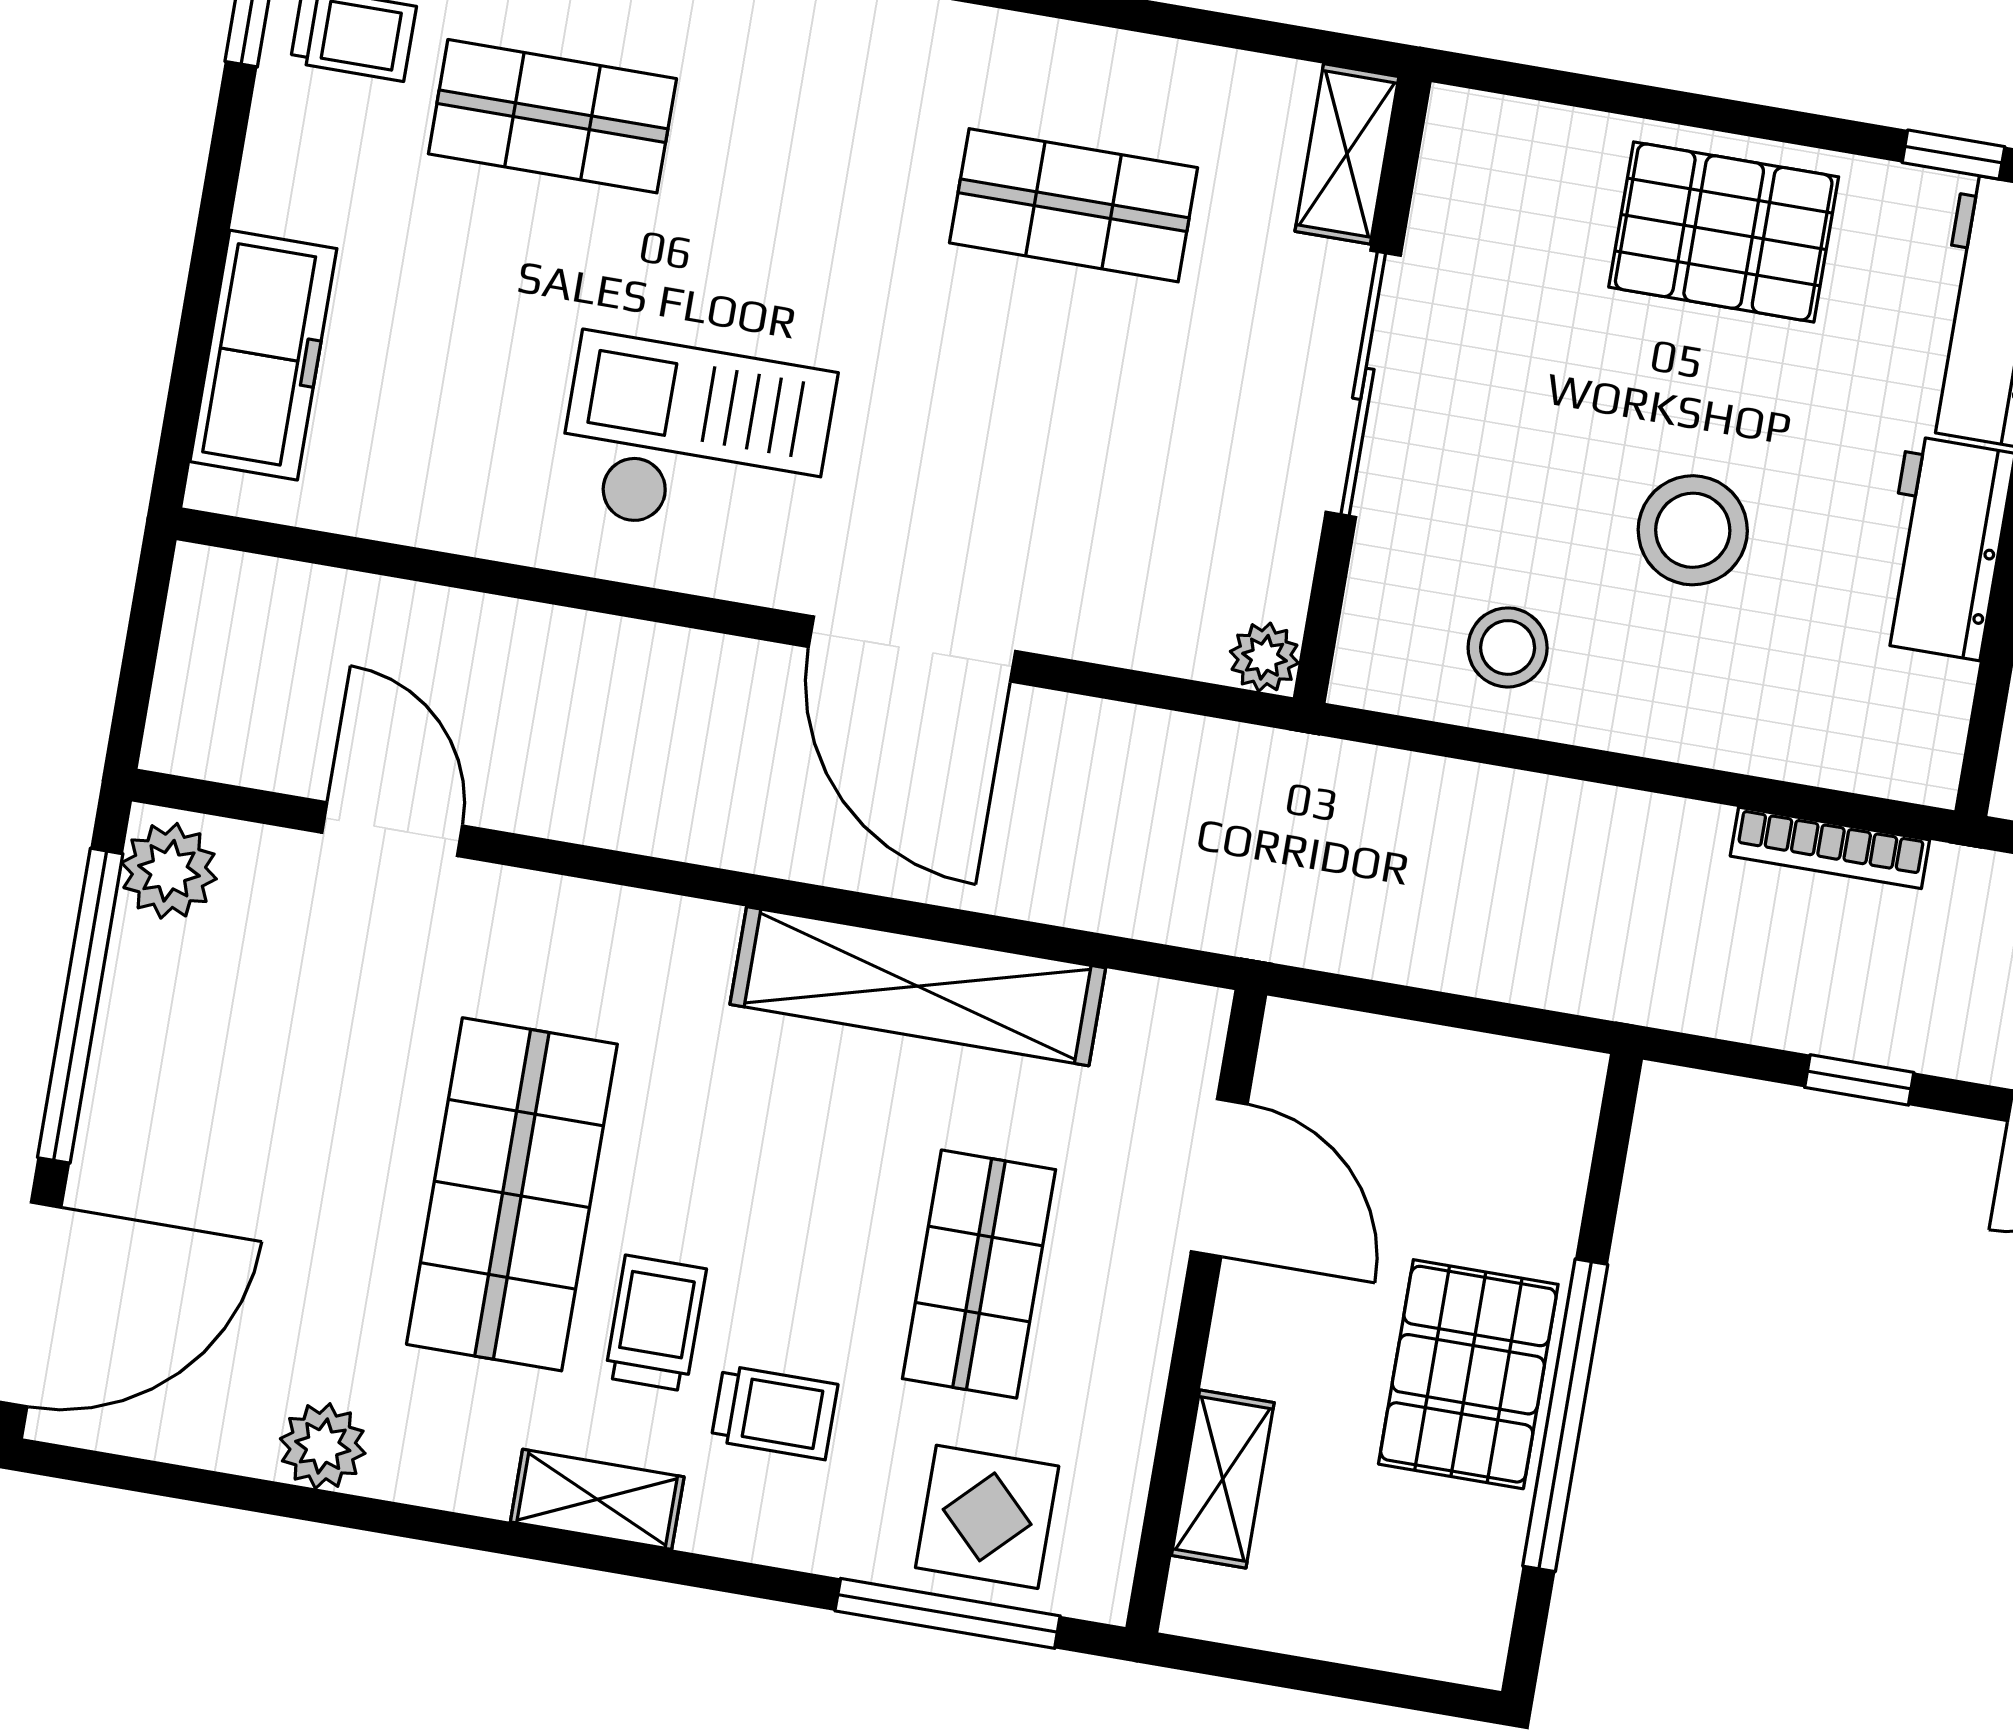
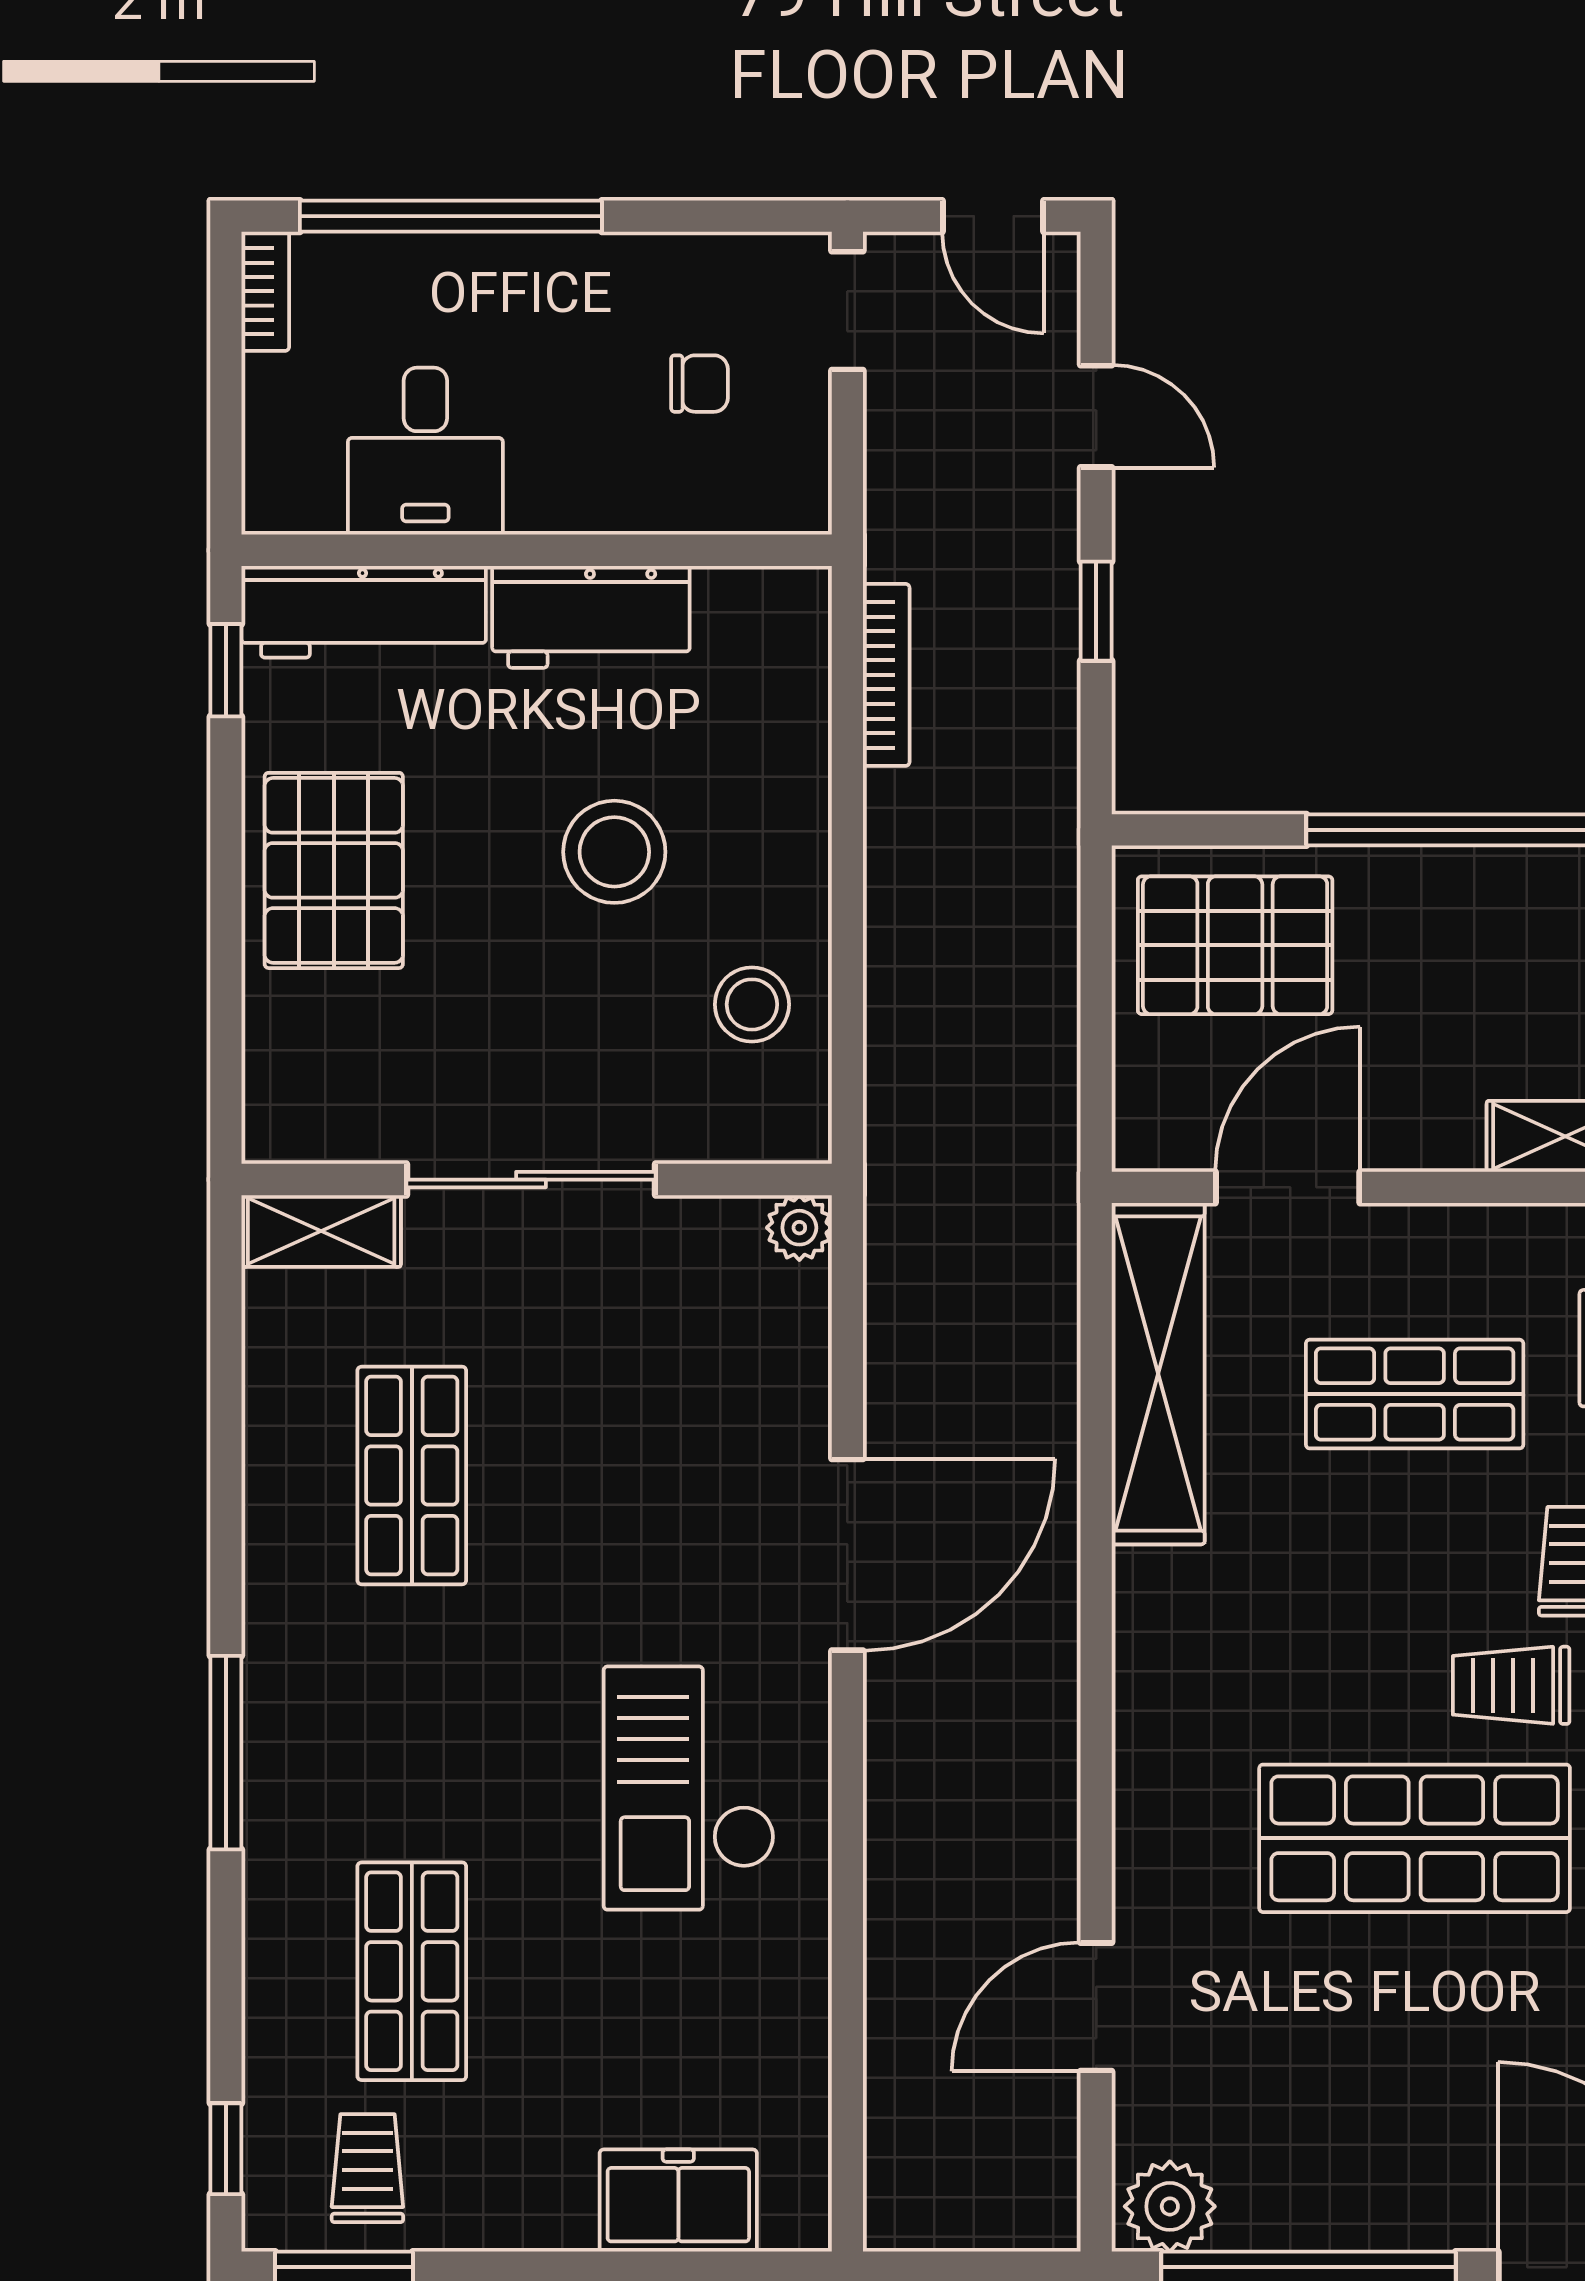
freezer: (263, 355) -> (678, 2201), width x0.71
shelving: (918, 986) -> (1158, 1374), moved
pallet: (1468, 1374) -> (1235, 945), moved

